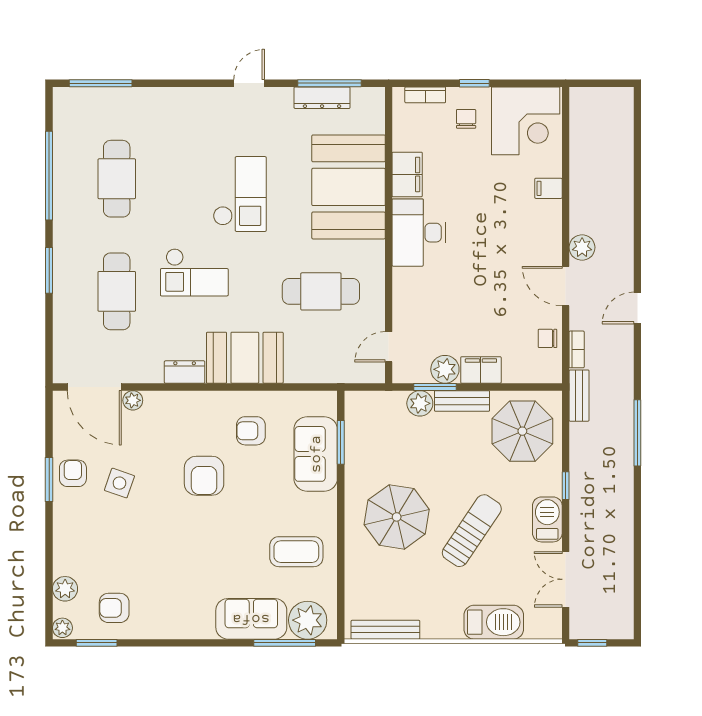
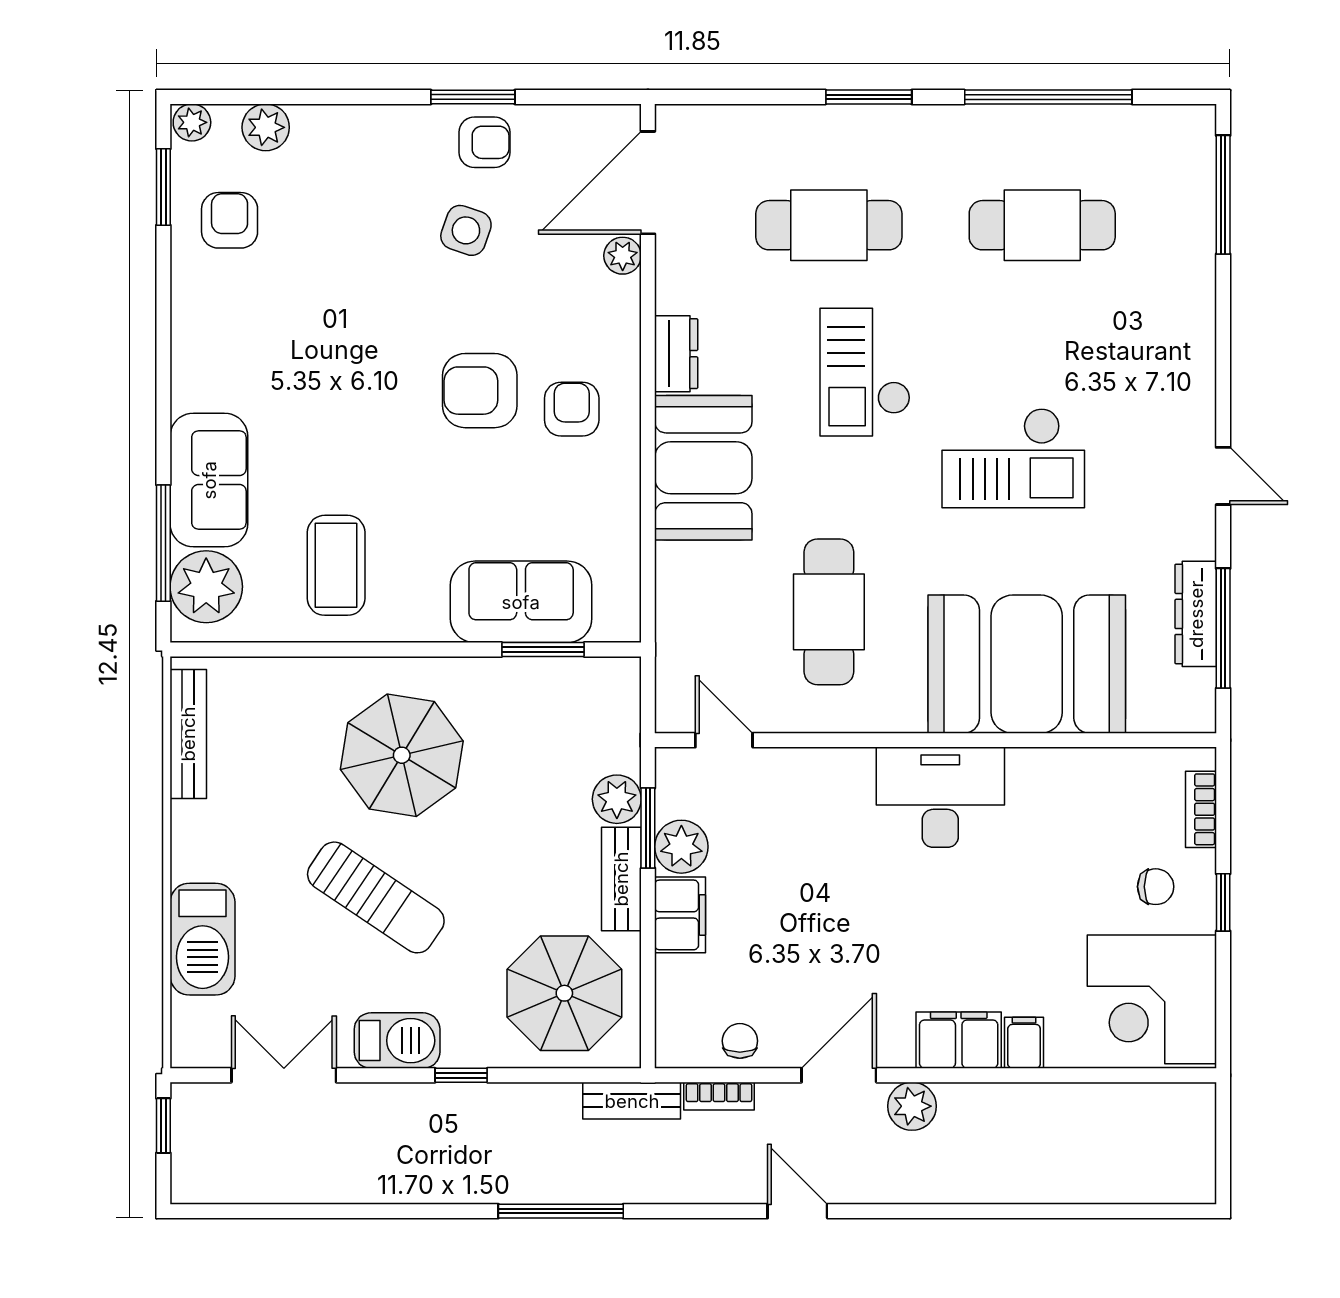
filing cabinet: (407, 174) -> (959, 1040), moved, turned 180
armchair: (251, 431) -> (572, 409), moved

